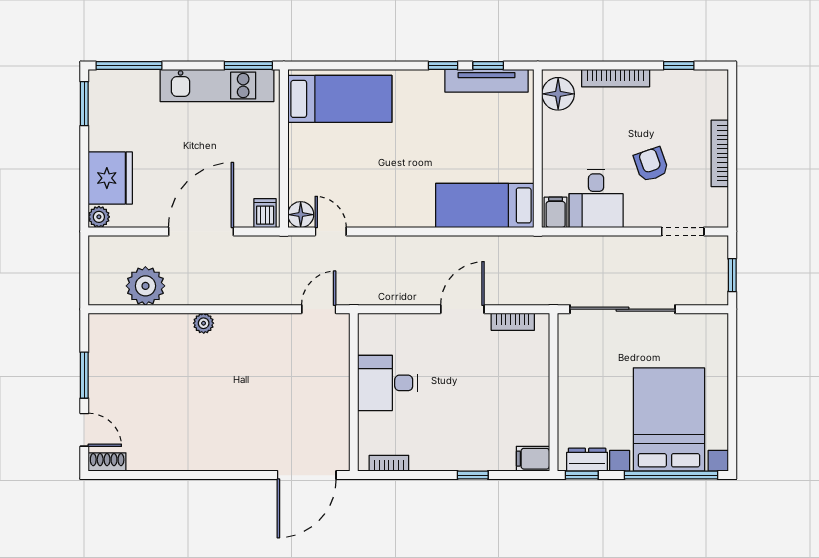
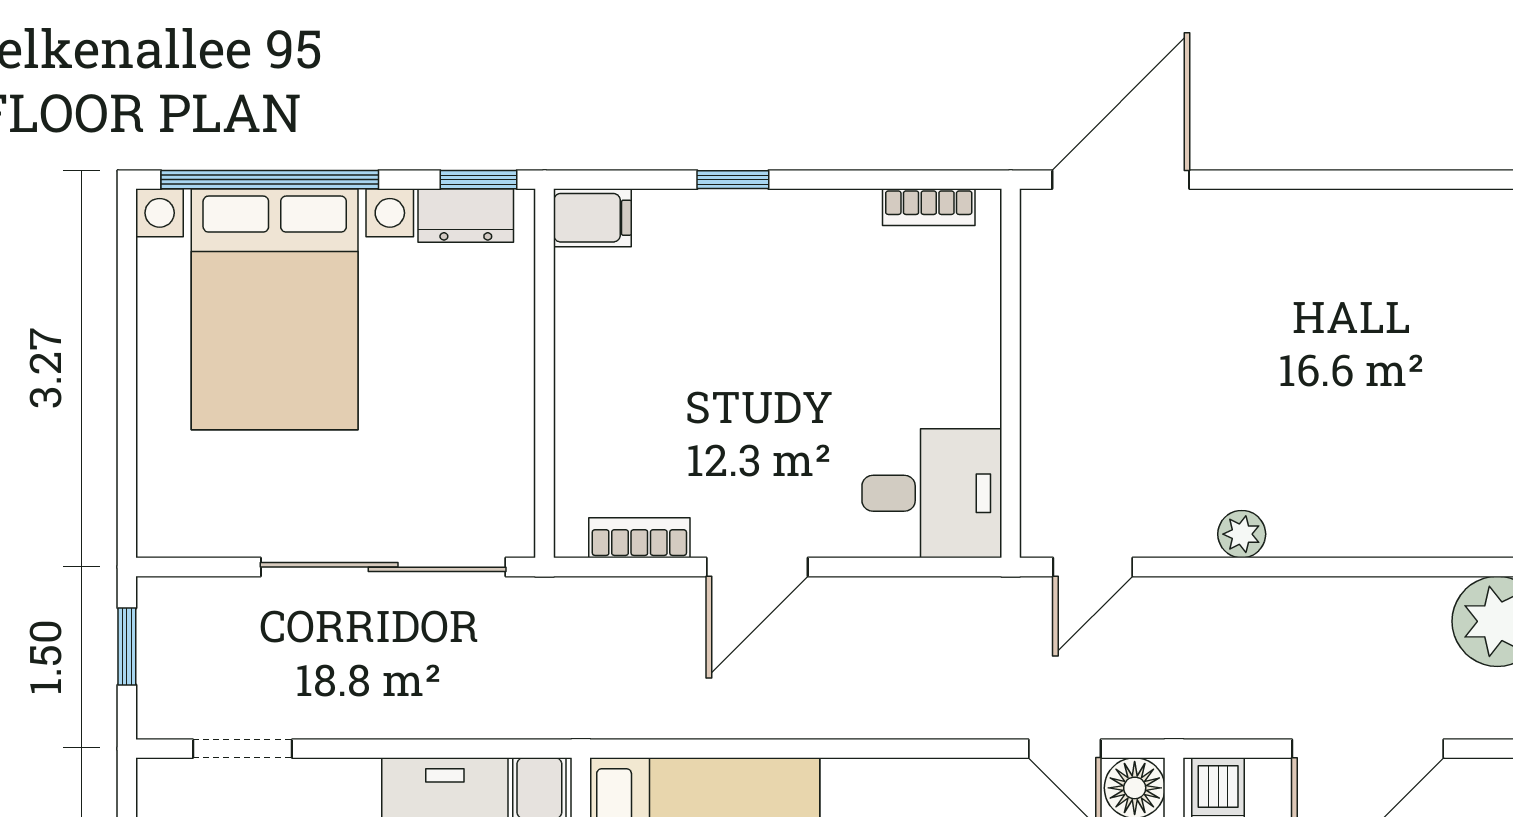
plant: (204, 323) -> (1242, 534), moved
desk: (388, 383) -> (932, 493), moved

